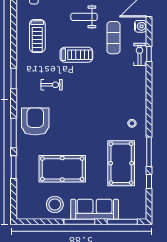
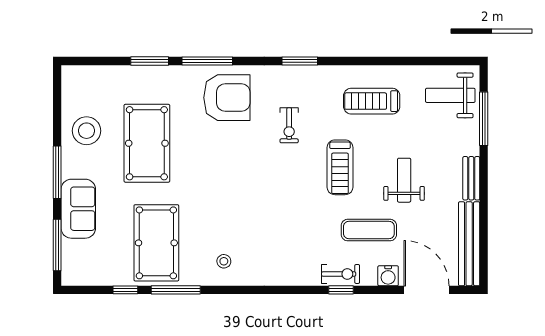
pool table: (121, 163) -> (156, 243), turned 90
sofa: (95, 209) -> (78, 209), width x0.73

